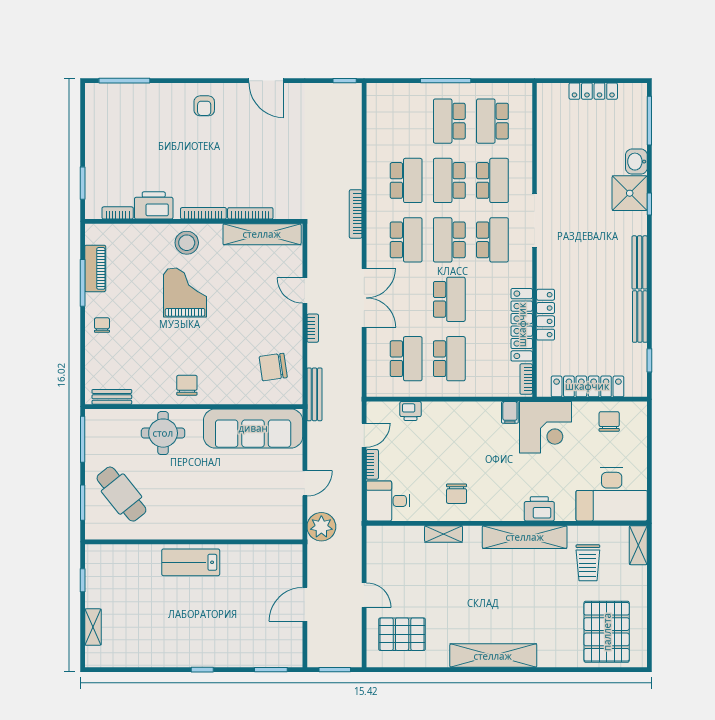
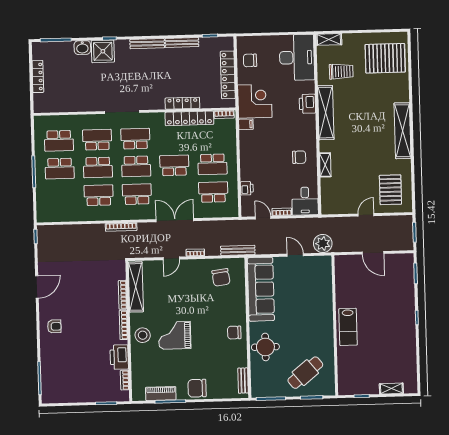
chair: (102, 325) -> (197, 388), width x1.87, depth x1.87
school desk: (449, 359) -> (212, 164), turned 180

